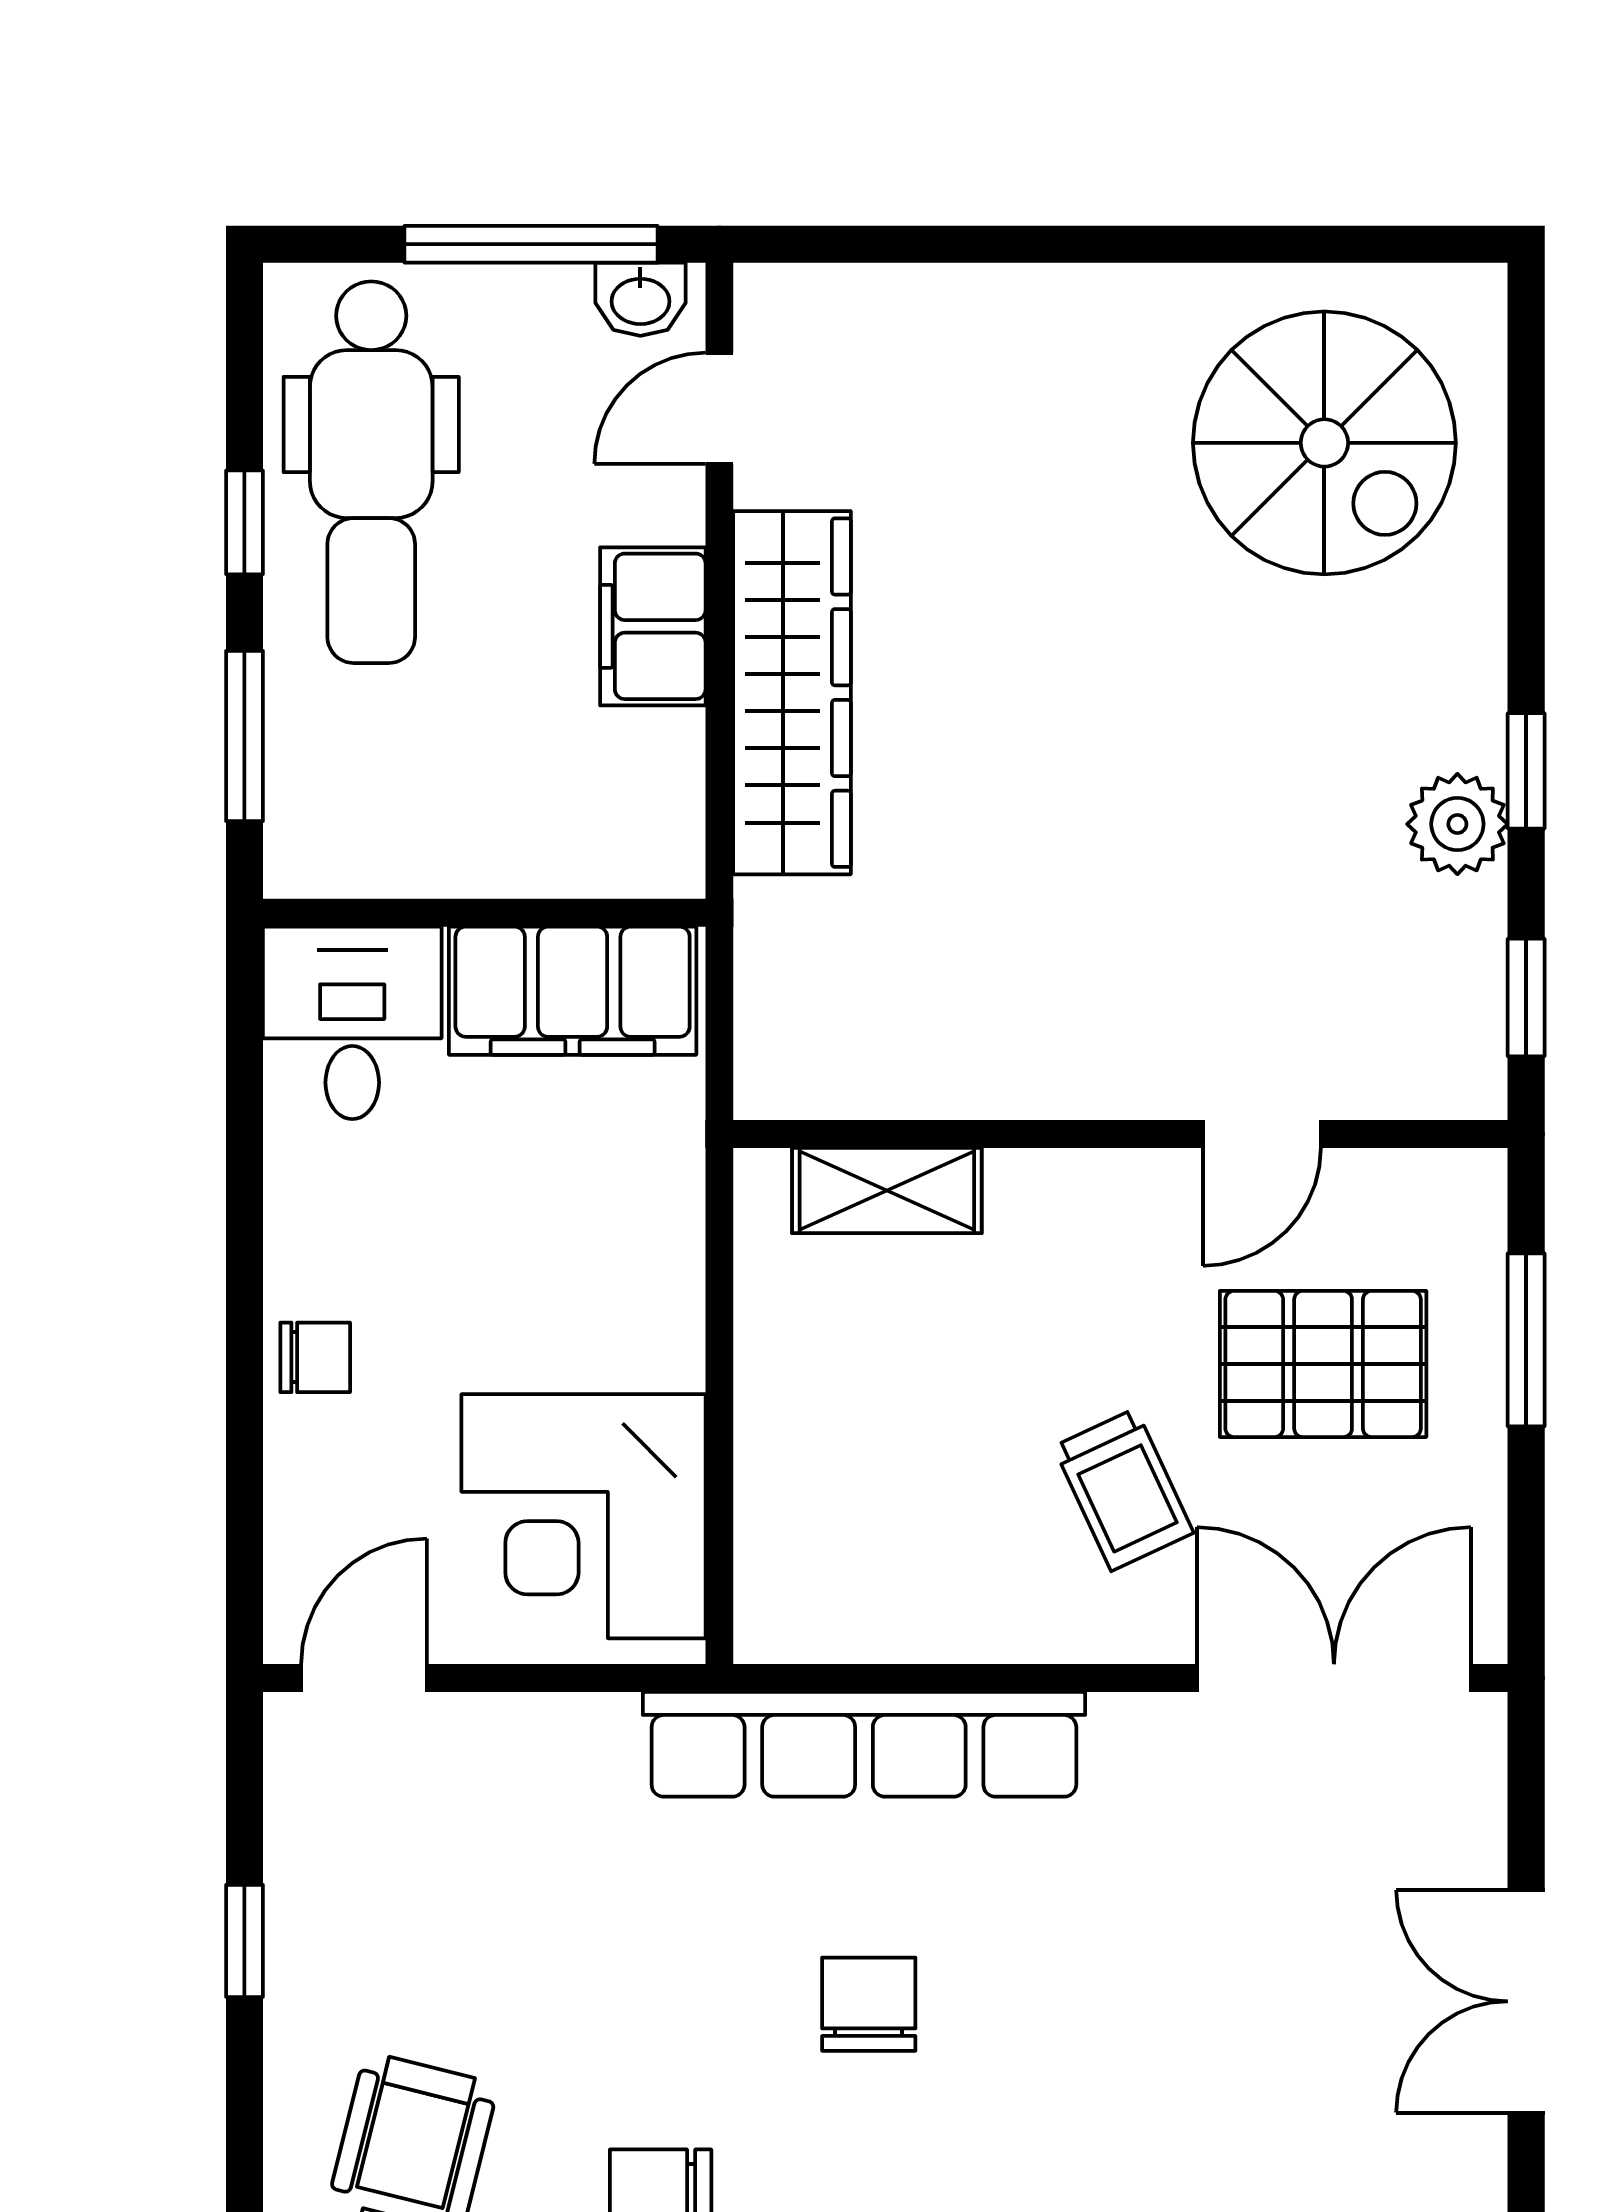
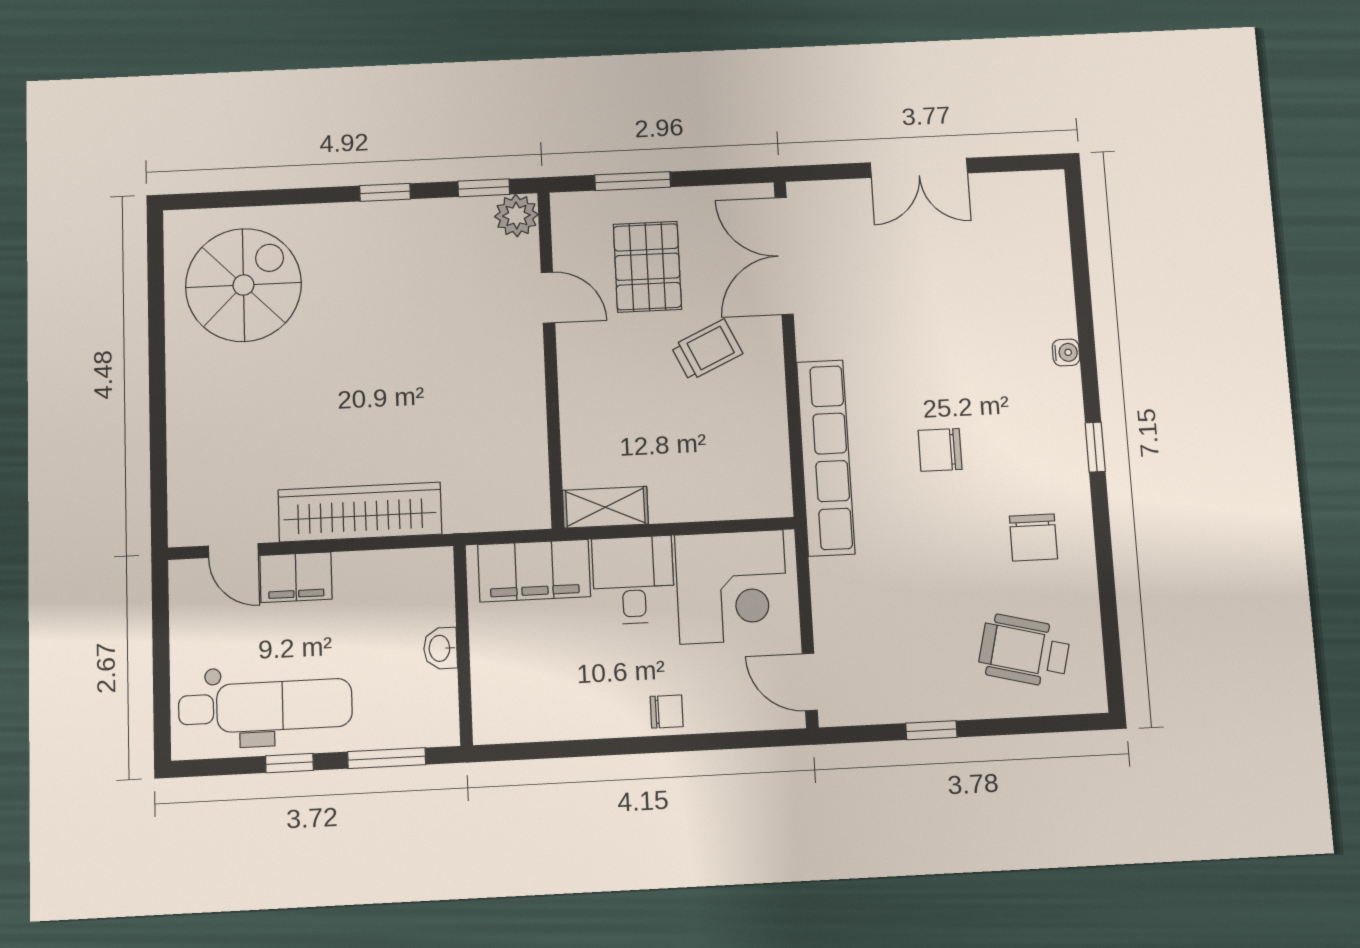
window: (531, 244) -> (161, 639), removed
washbasin: (640, 299) -> (440, 648), moved, turned 180
filing cabinet: (653, 626) -> (296, 577), moved
plant: (1457, 824) -> (516, 216), moved
filing cabinet: (573, 991) -> (534, 571), moved, turned 90
desk: (352, 1023) -> (633, 580), moved, turned 90
shelving: (887, 1191) -> (605, 507), moved, turned 90
chair: (315, 1357) -> (667, 711), turned 90

